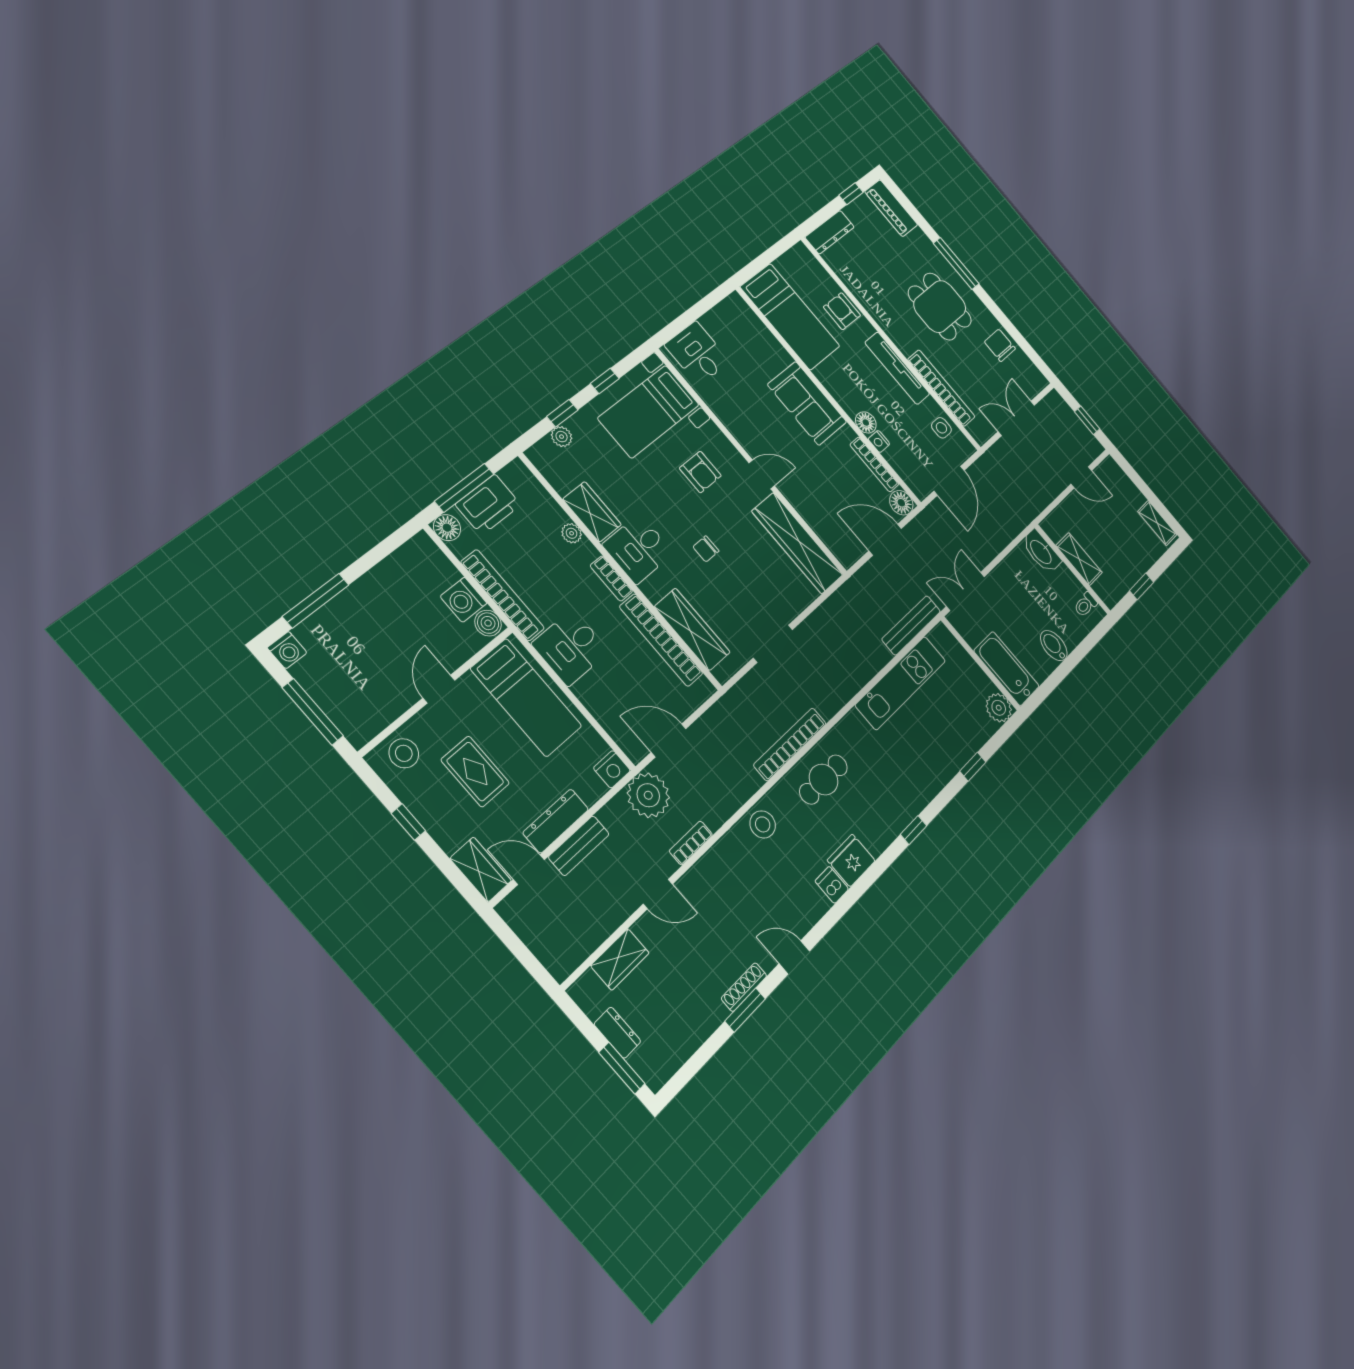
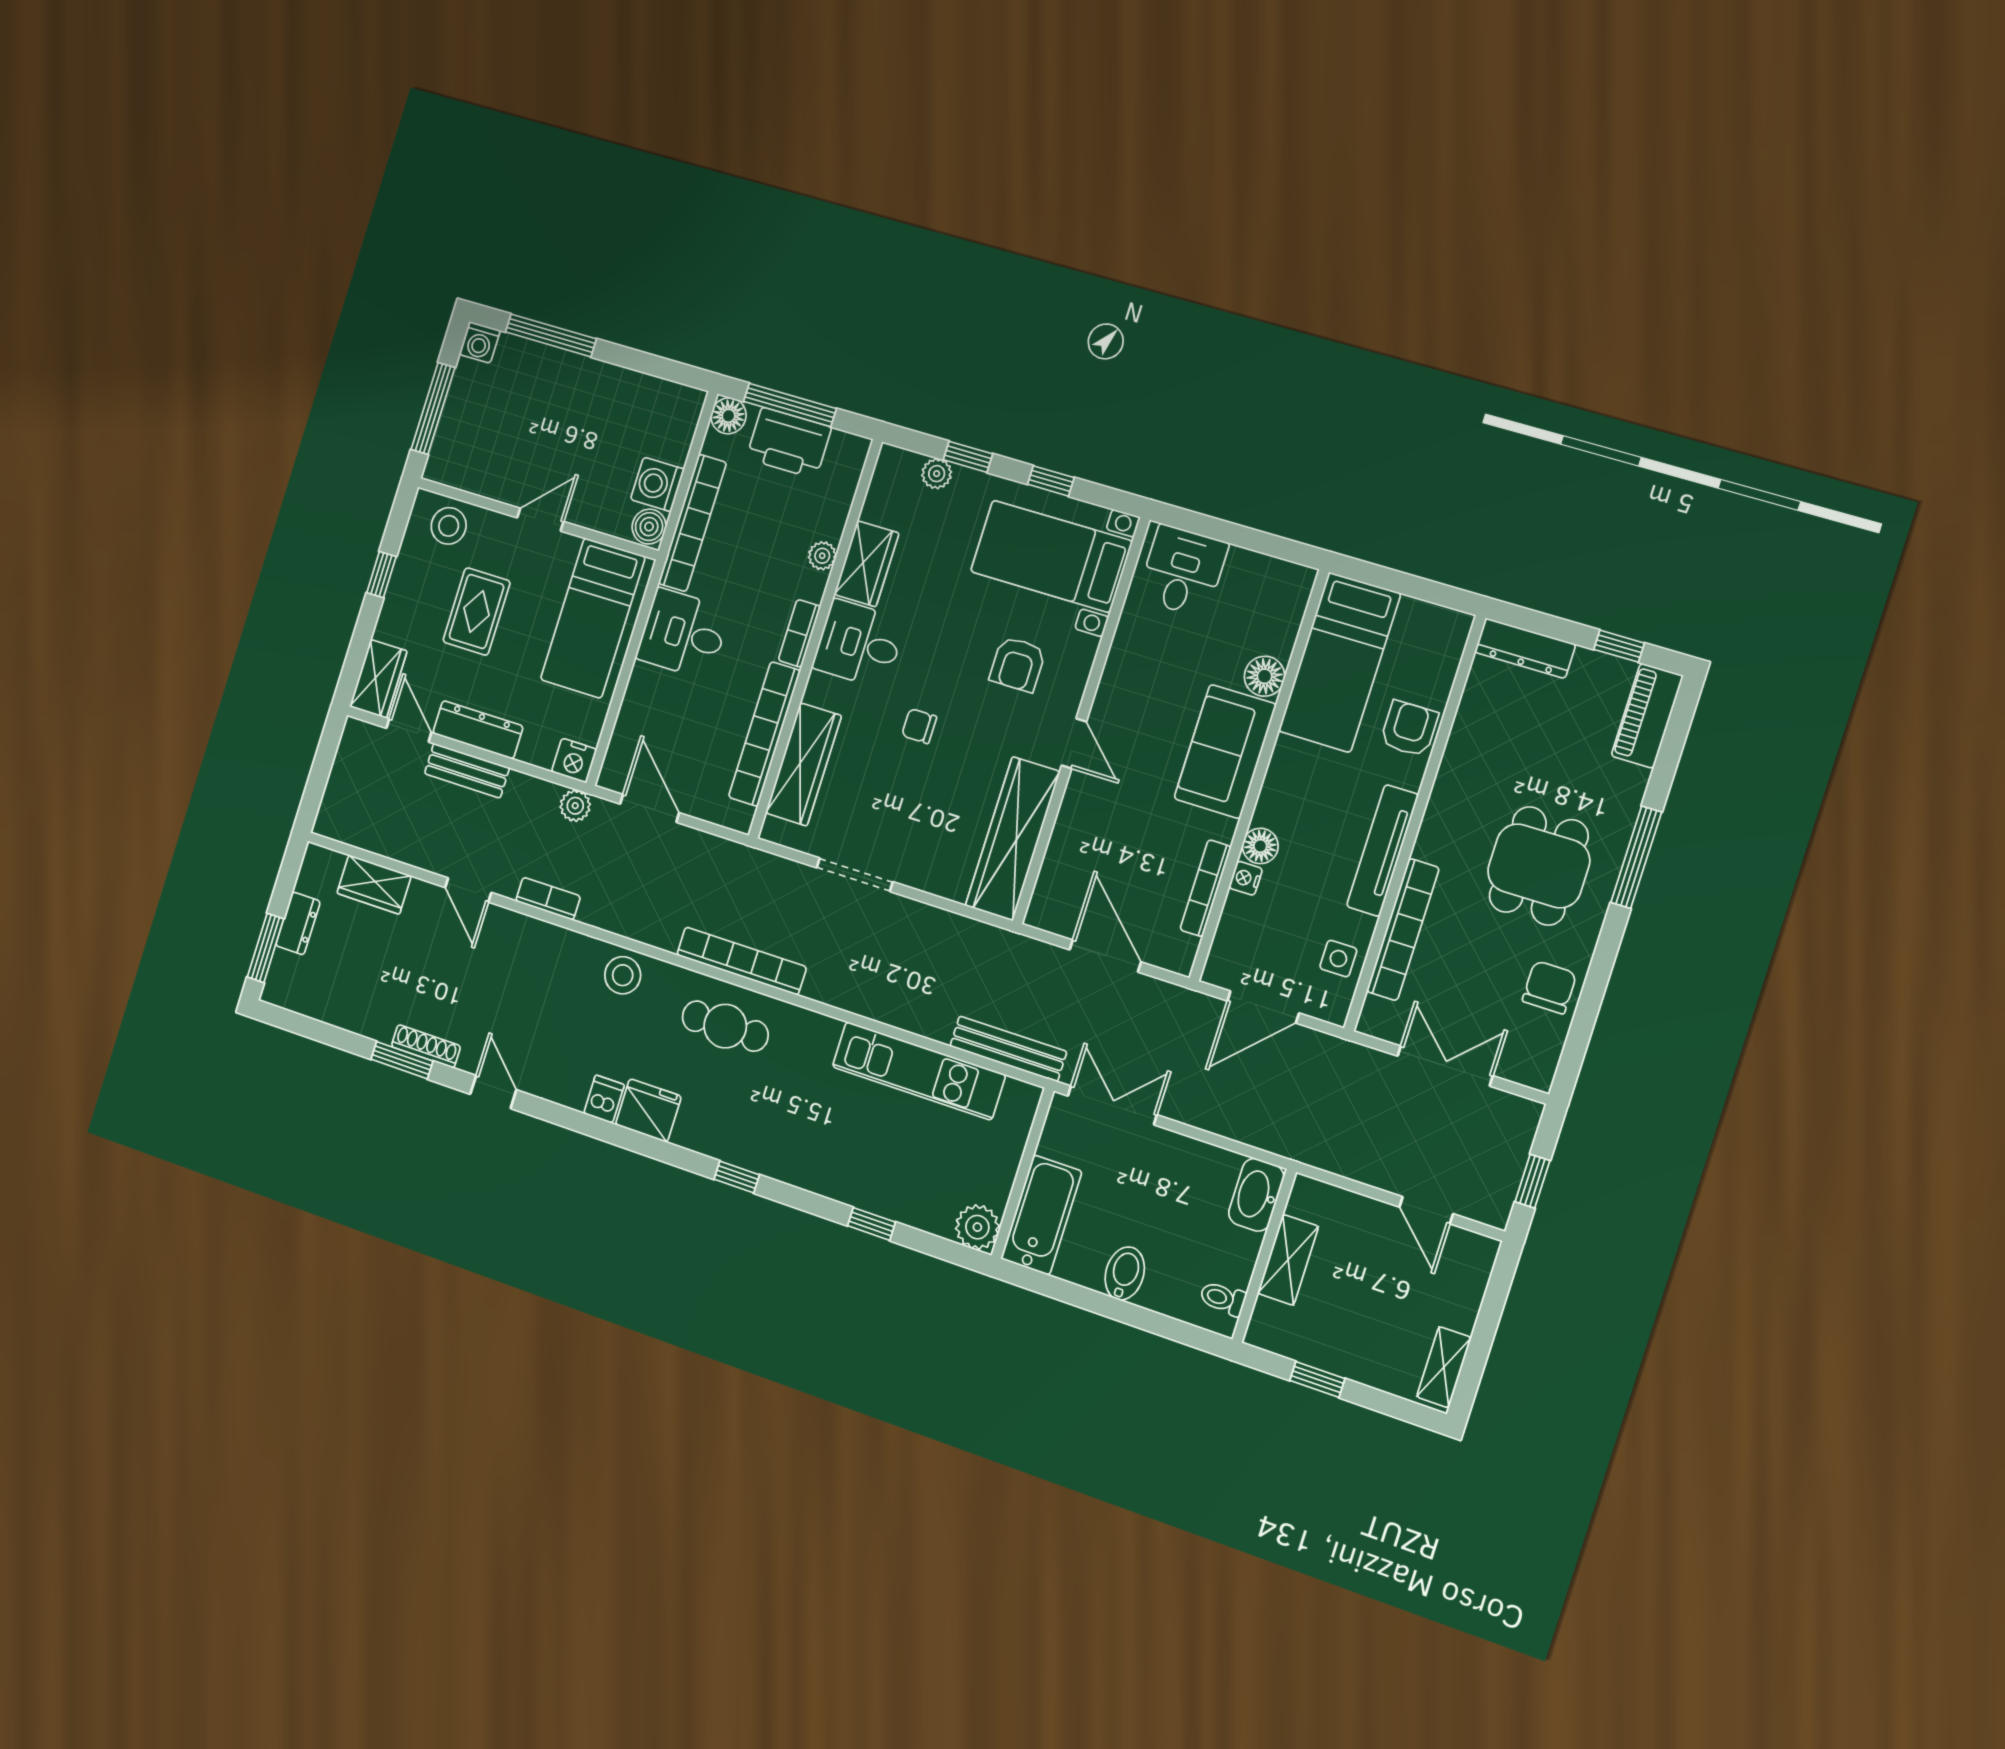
floor lamp: (901, 503) -> (1265, 676), moved
plant: (648, 795) -> (575, 806), width x0.53, depth x0.53

